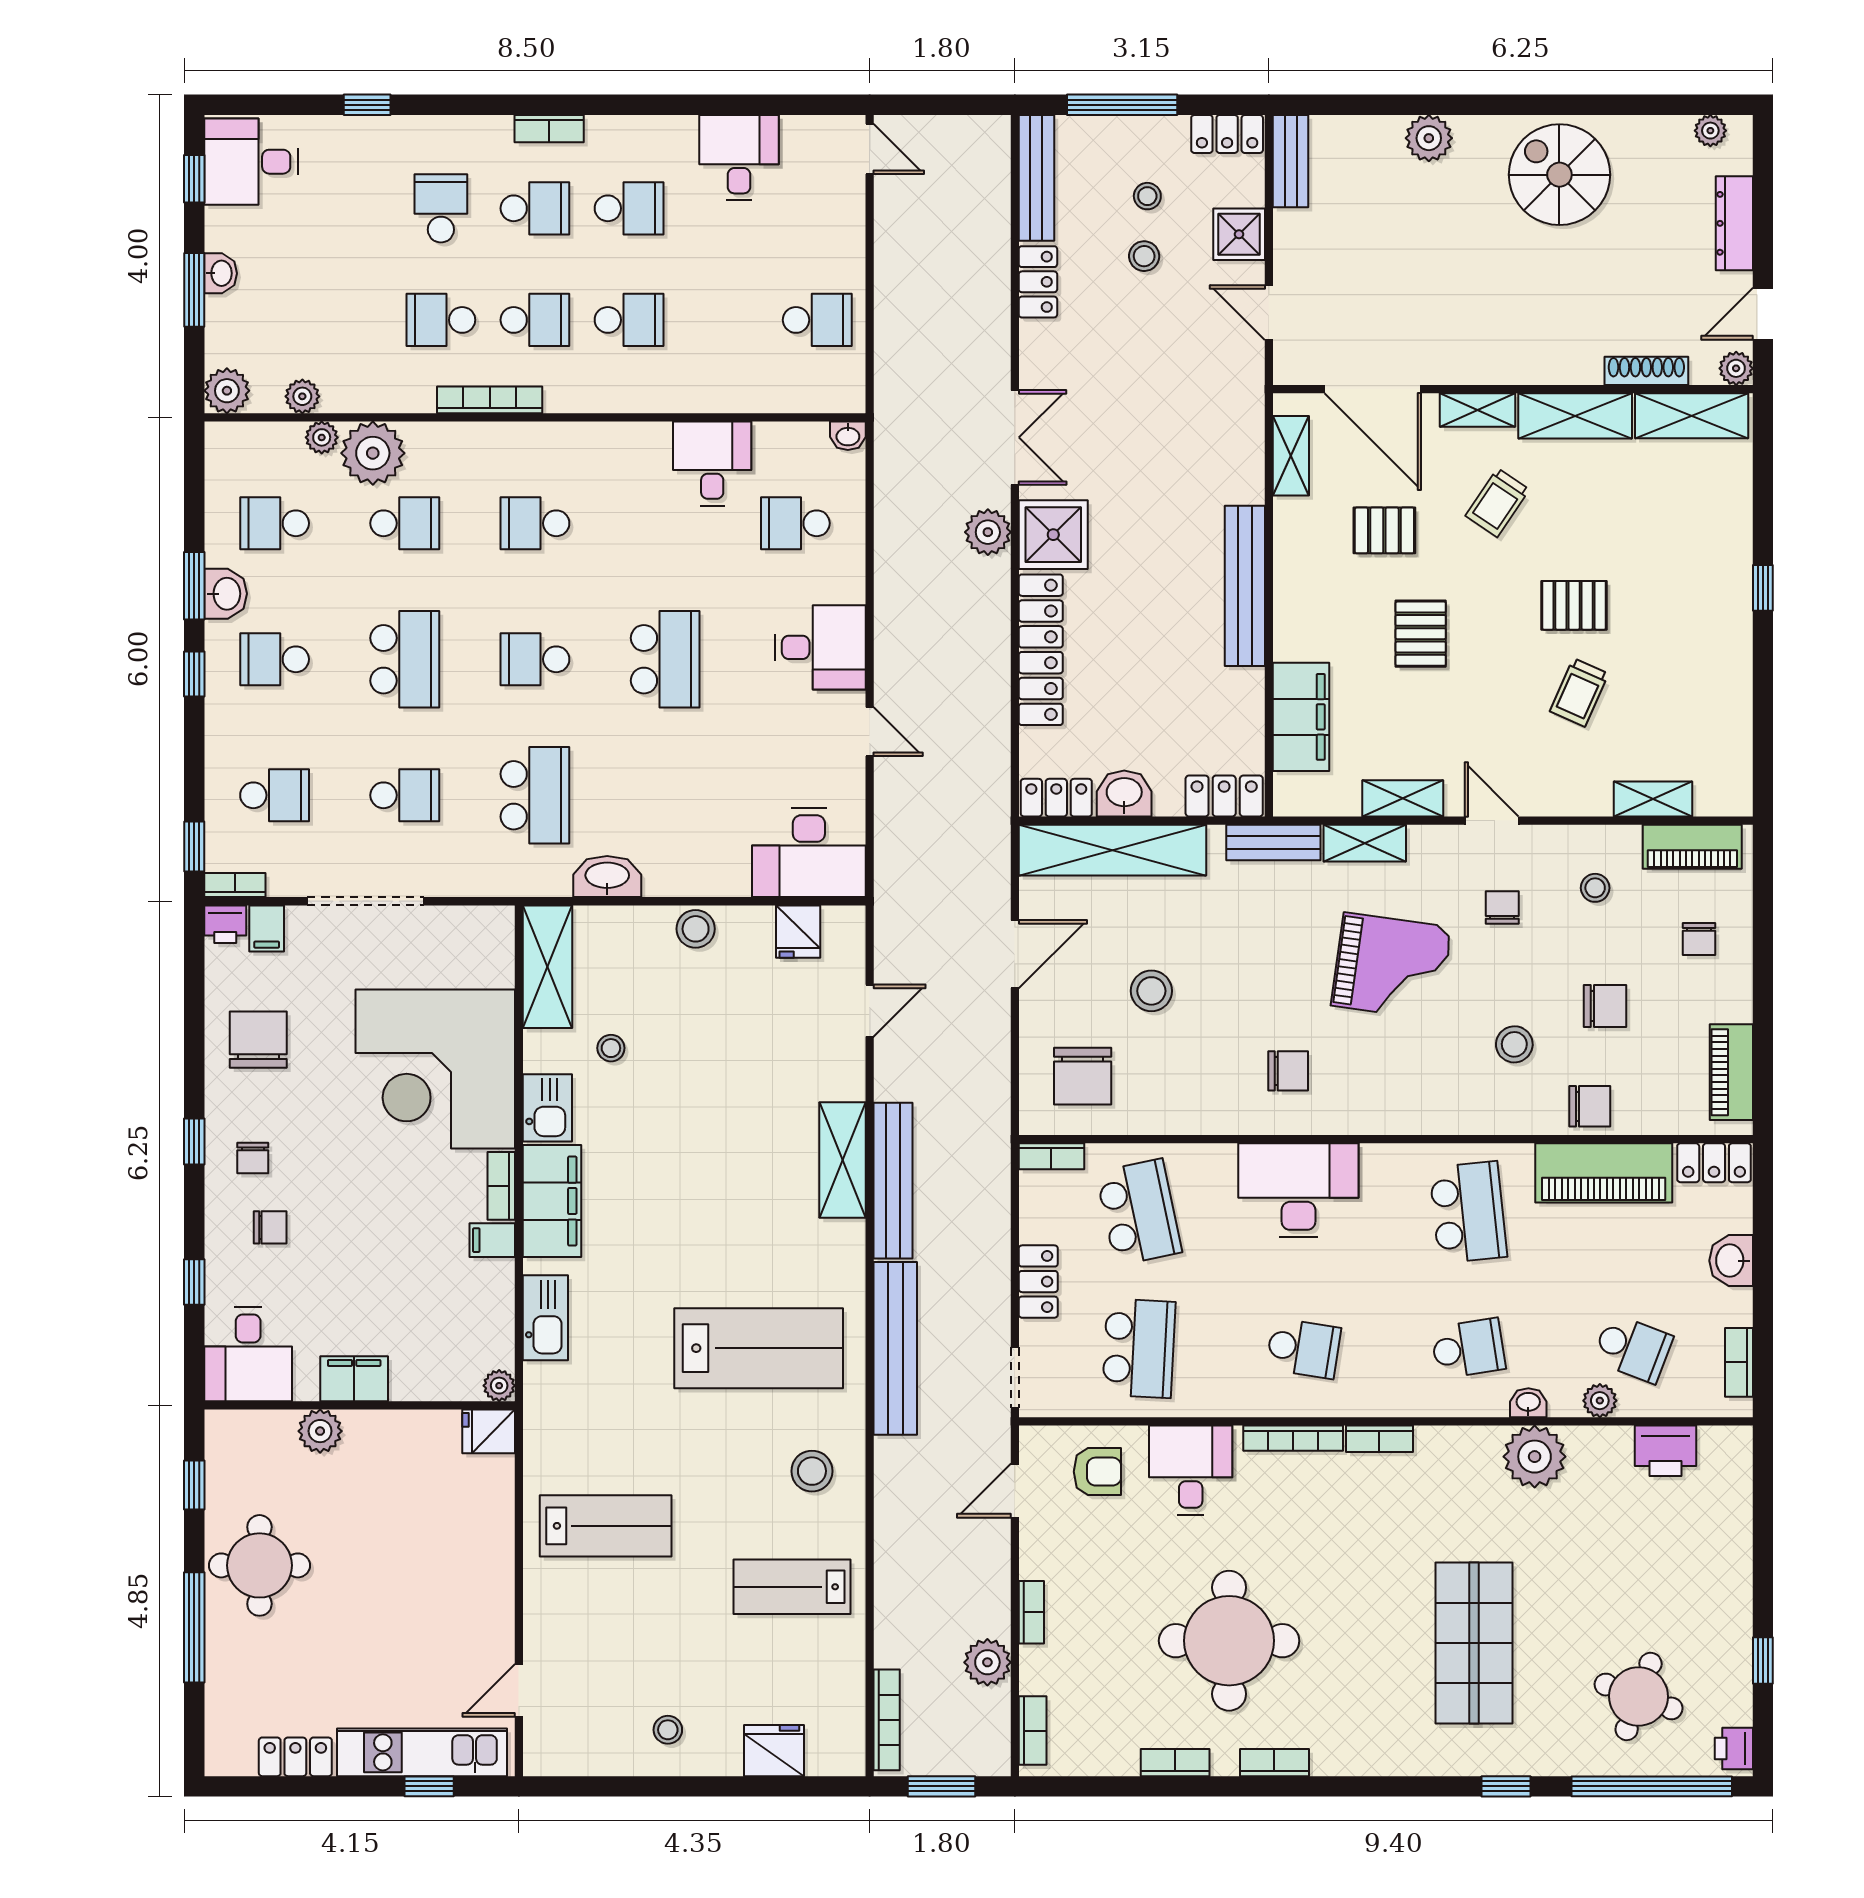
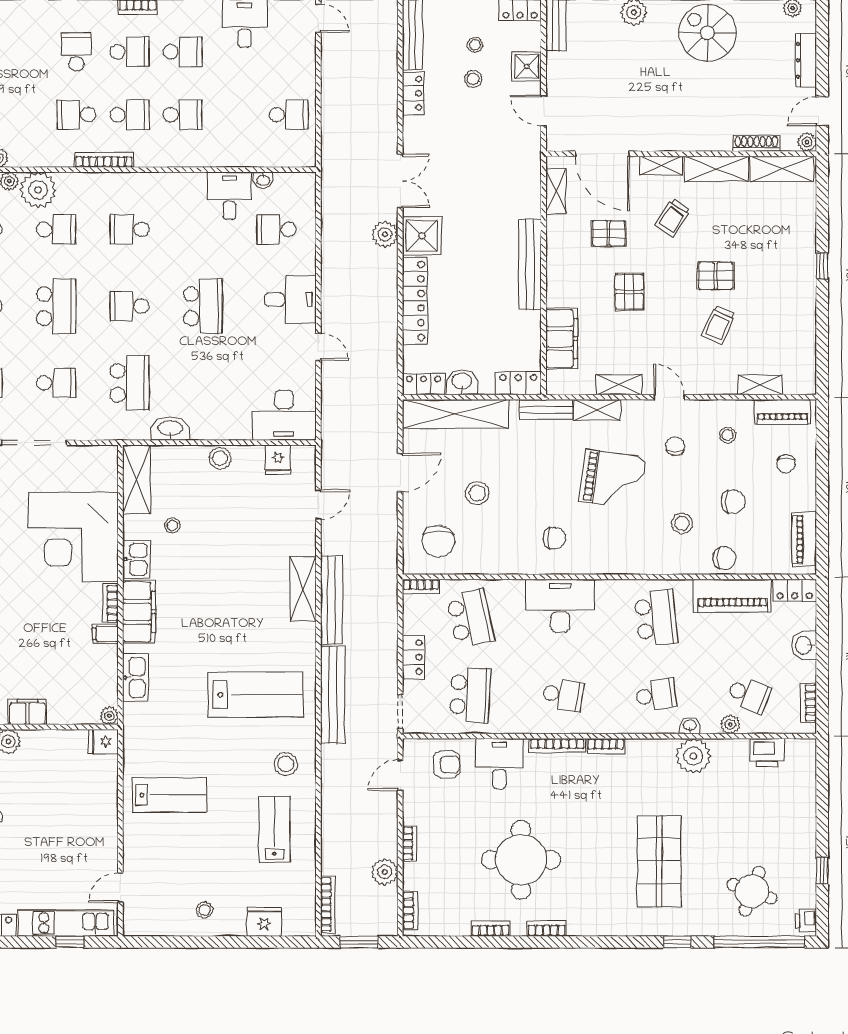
washbasin: (848, 436) -> (263, 180), moved
lab bench: (792, 1587) -> (274, 829), turned 90

